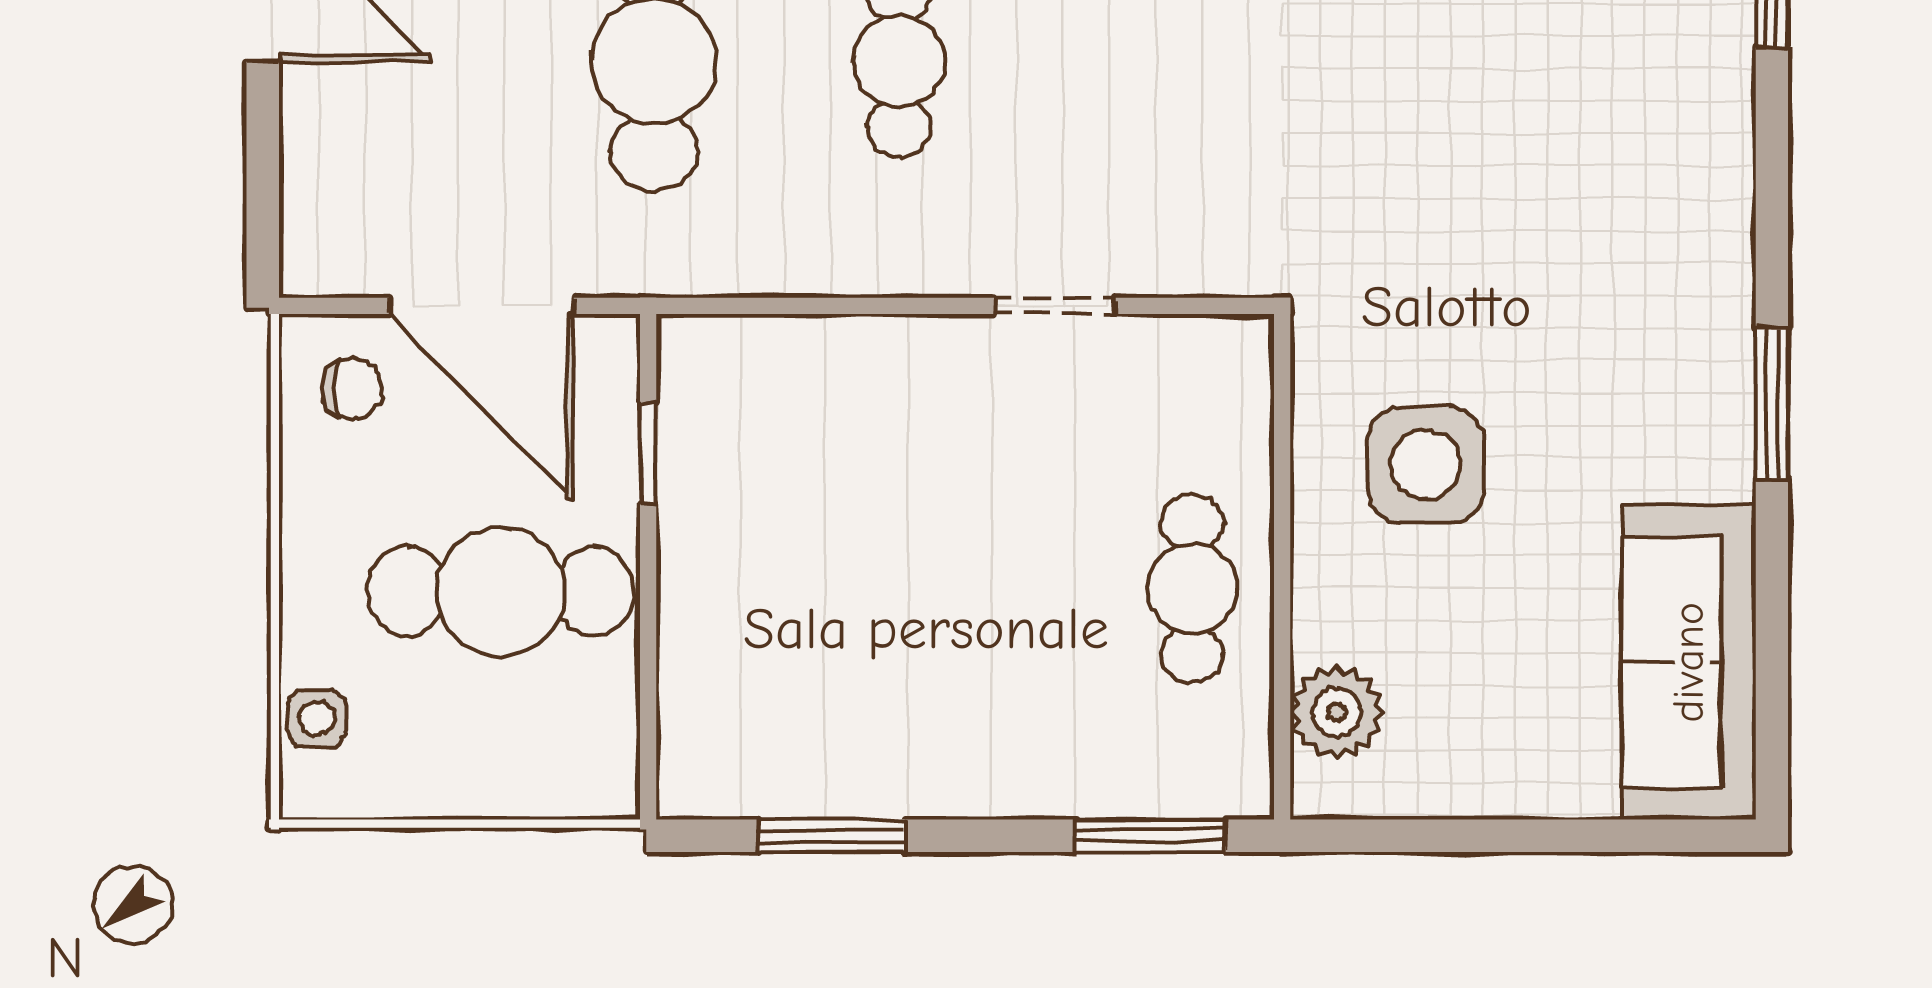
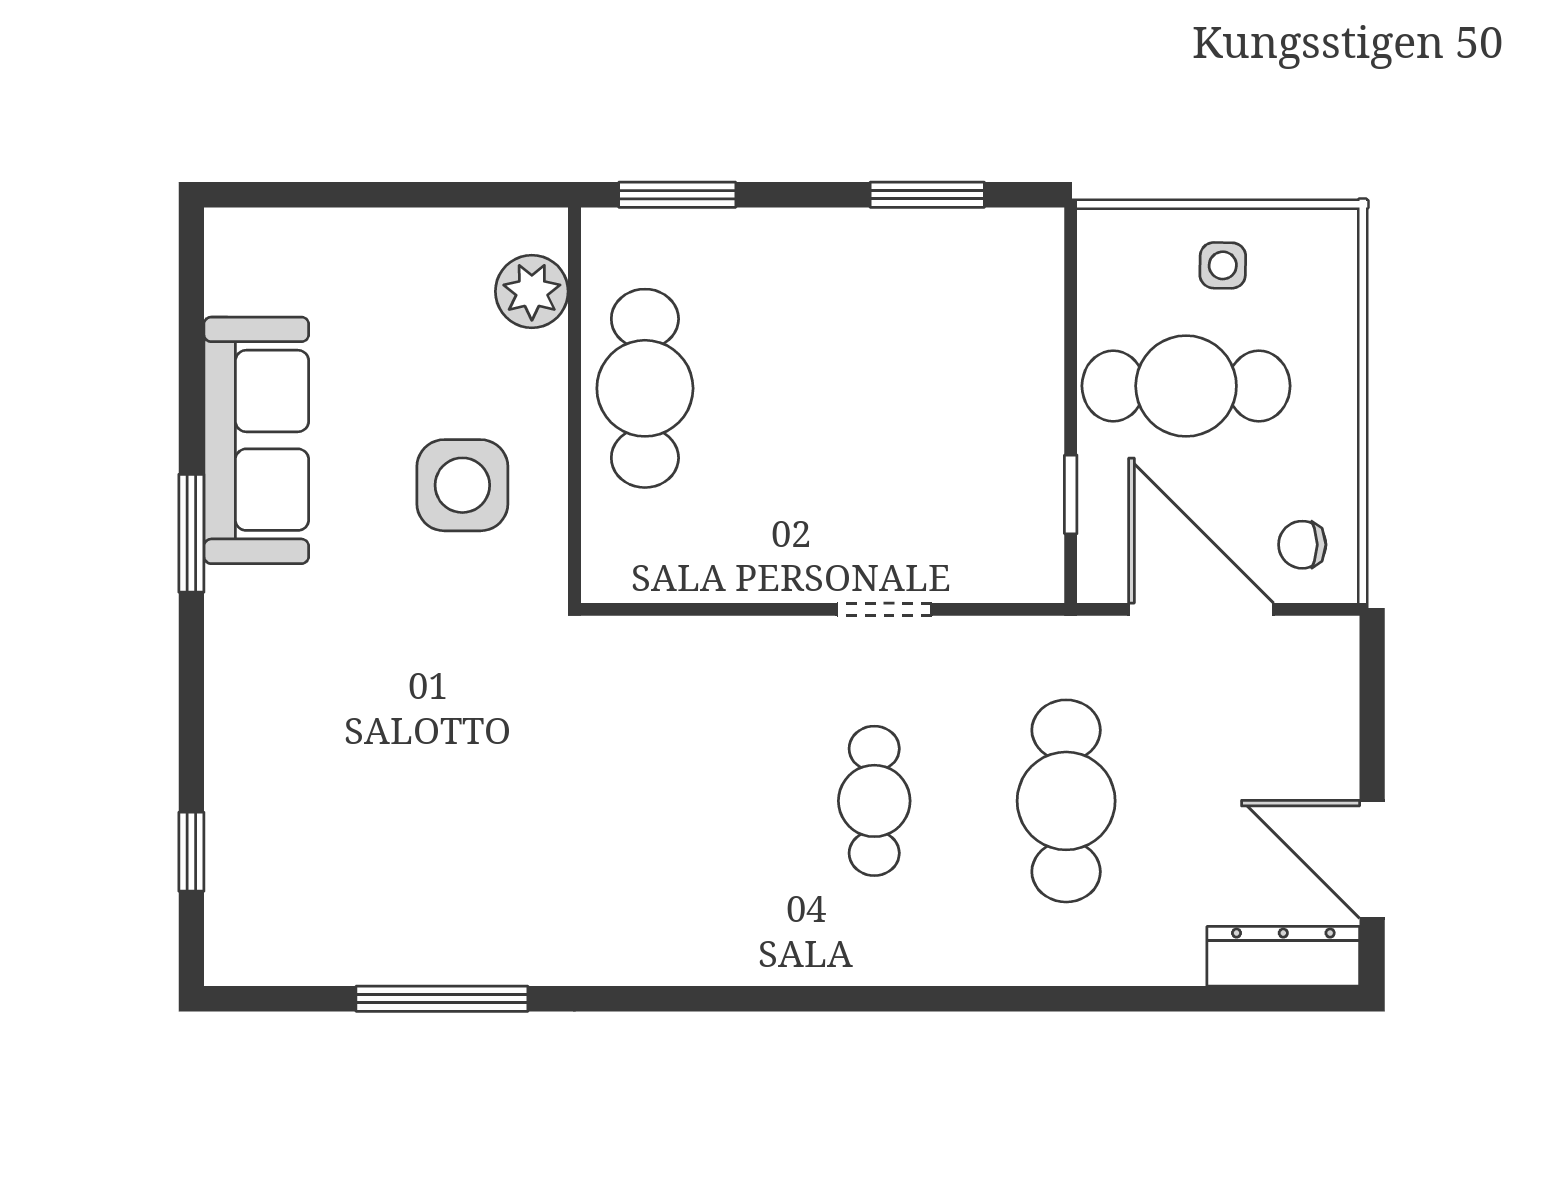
doorway: (1055, 306) -> (884, 609), moved
cafe table: (1192, 588) -> (645, 388), width x1.37, depth x1.35
sofa: (1689, 662) -> (256, 440), moved
side table: (316, 718) -> (1223, 265), moved

